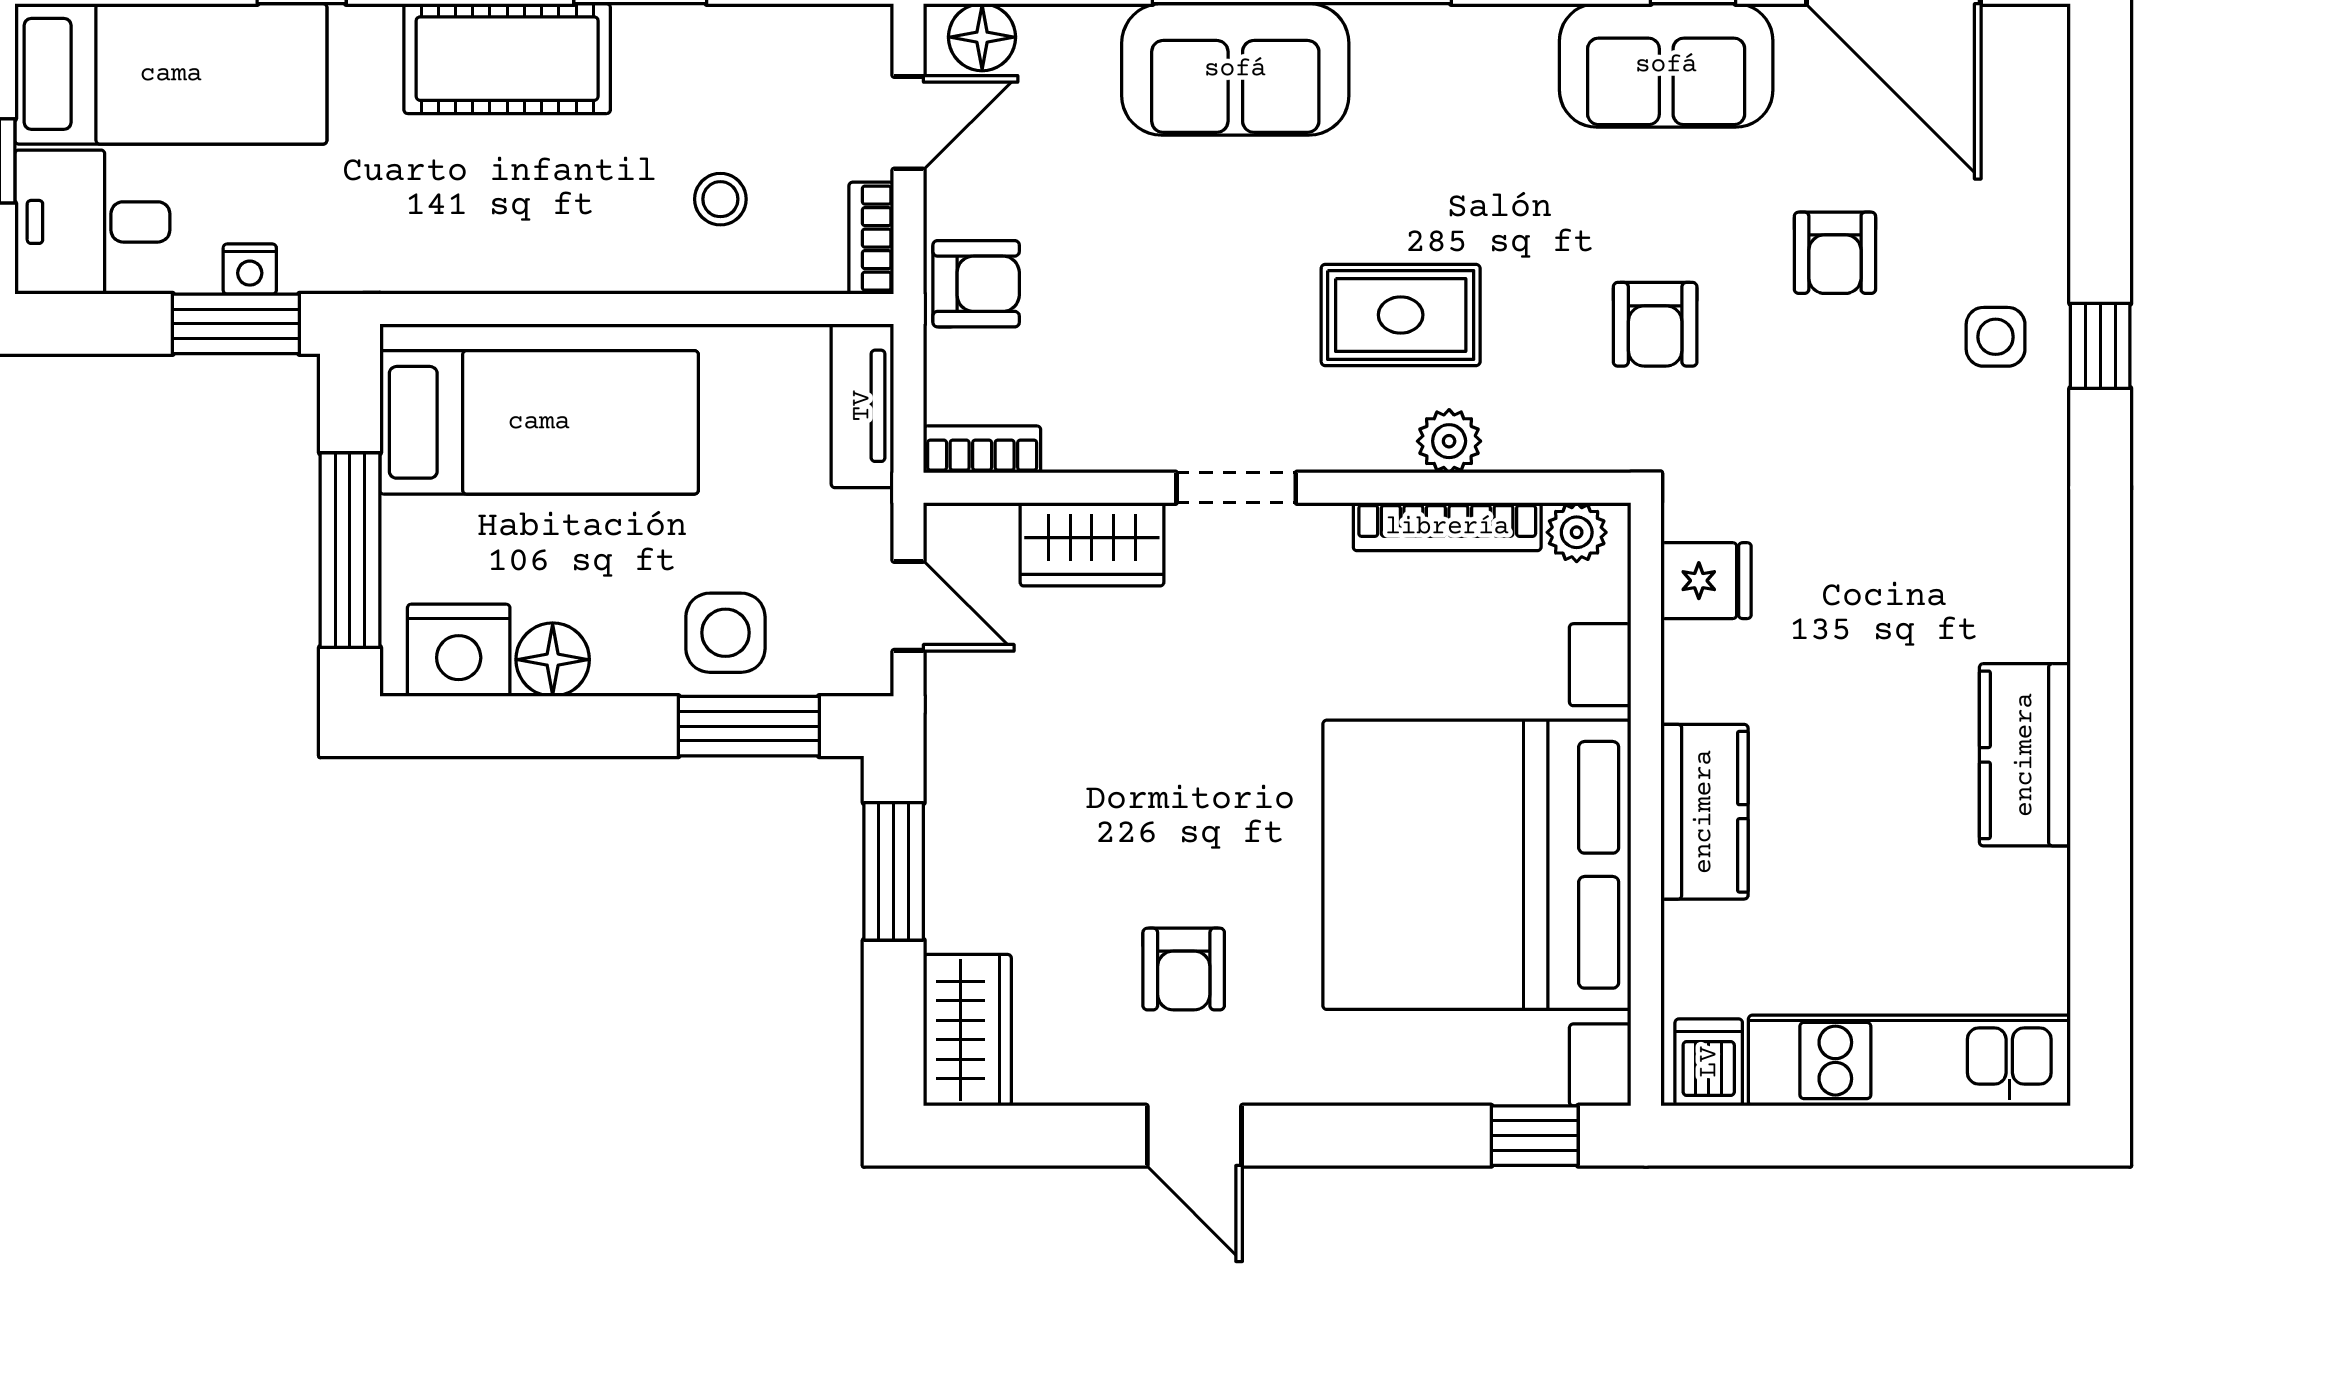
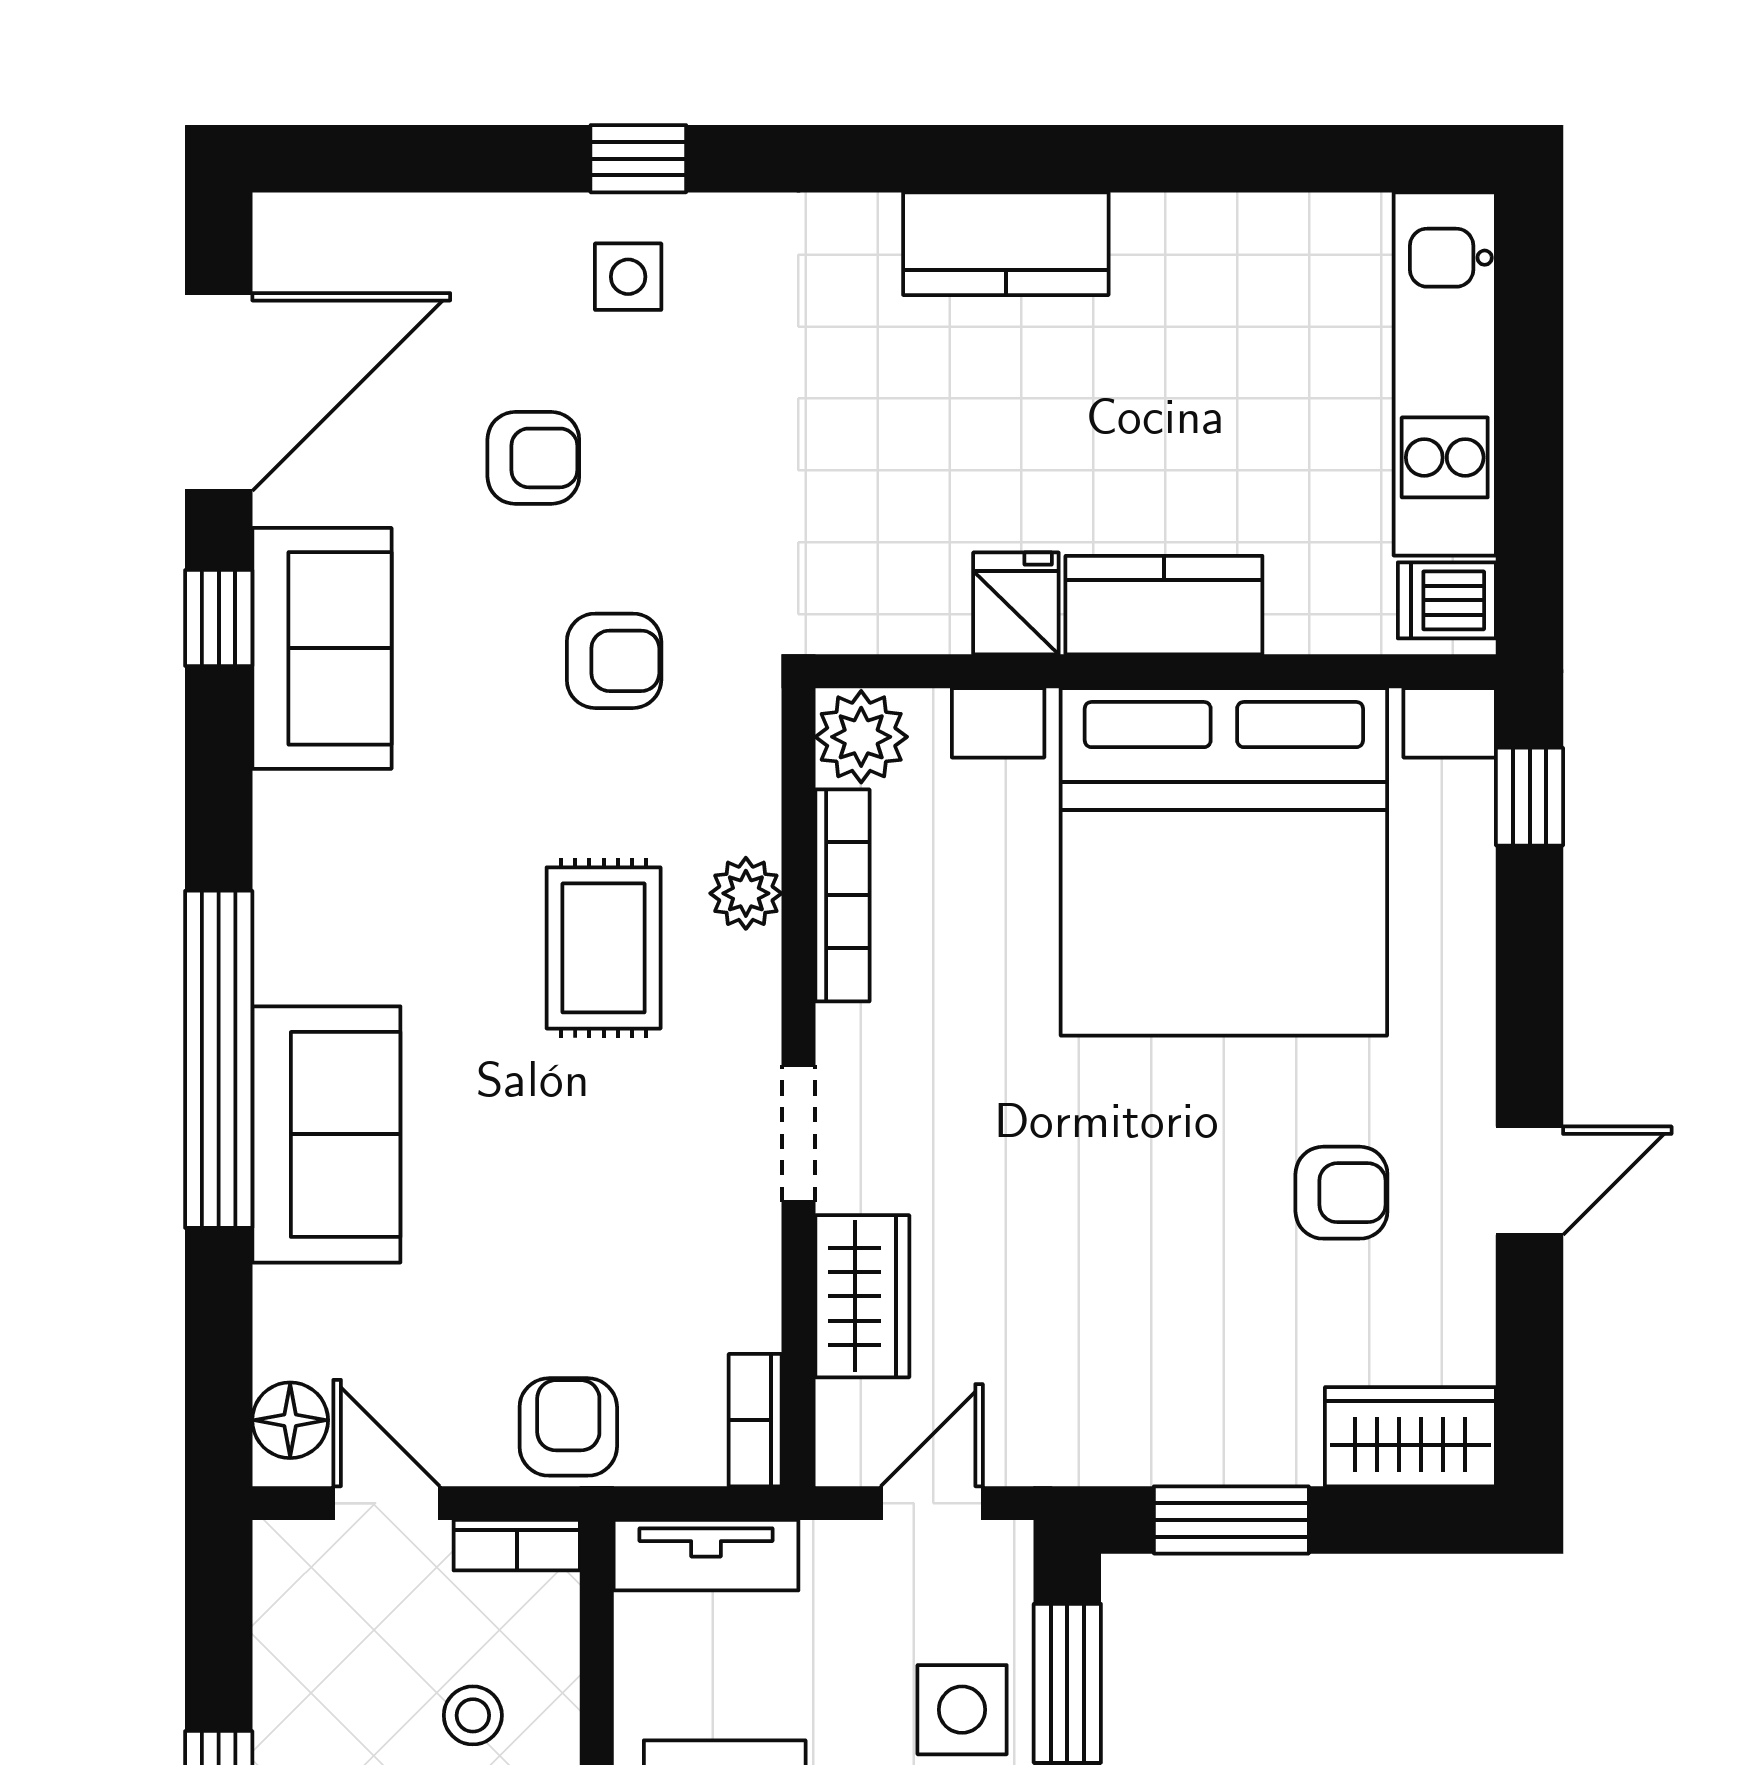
plant: (1577, 532) -> (861, 737), width x1.38, depth x1.38
fridge: (1706, 581) -> (1016, 603), moved
kitchen counter: (2025, 755) -> (1006, 244), moved

